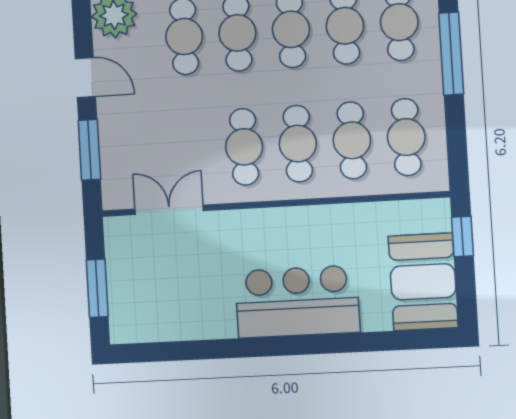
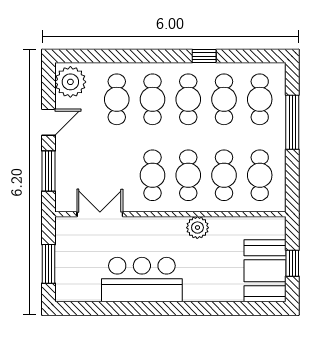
door: (85, 77) -> (48, 122), hinge flipped
plant: (316, 222) -> (197, 228), added
window: (462, 236) -> (292, 263), moved
bar counter: (297, 302) -> (142, 280), moved

